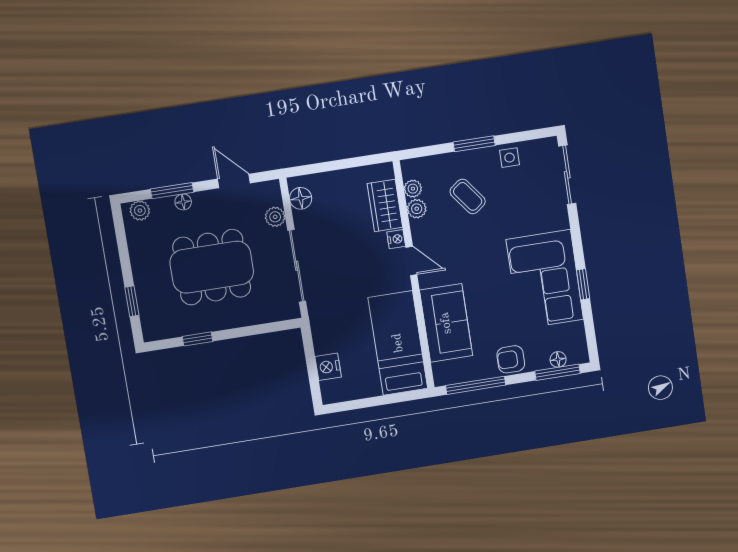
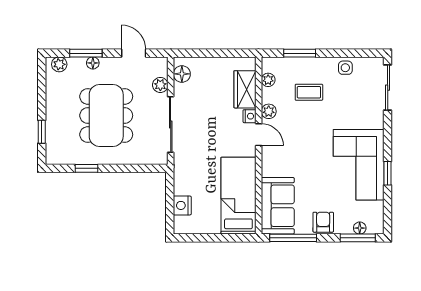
window: (474, 144) -> (300, 53), moved
coffee table: (468, 196) -> (309, 92), turned -53
plant: (417, 209) -> (269, 111), moved
dining table: (212, 267) -> (106, 115), turned 90
sofa: (446, 323) -> (278, 206), moved
armchair: (511, 359) -> (323, 222), turned 90

